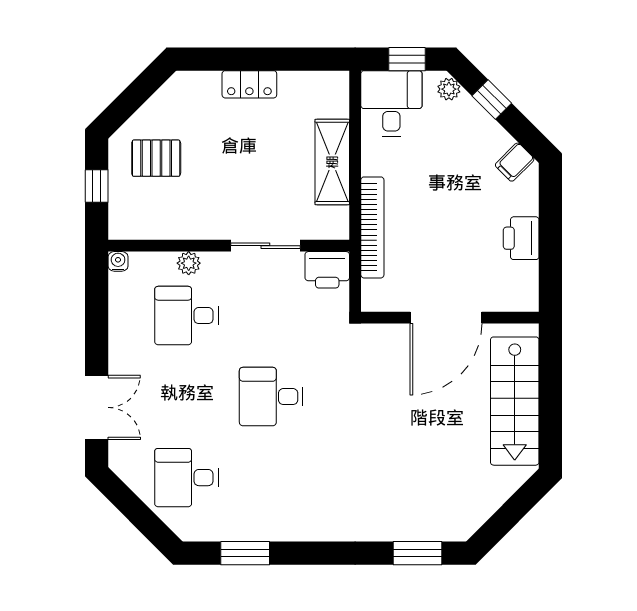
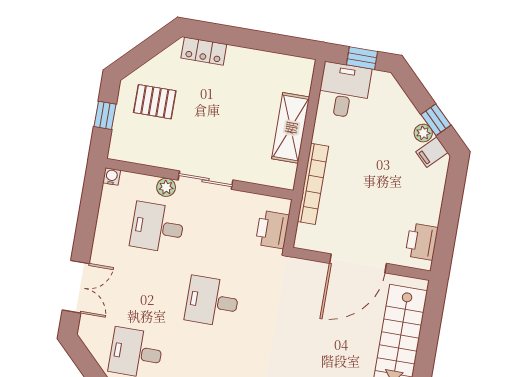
locker: (249, 84) -> (204, 51), moved
plant: (449, 89) -> (423, 133), moved
window: (492, 100) -> (436, 120), moved
printer: (521, 238) -> (422, 242), moved
sliding door: (265, 246) -> (205, 180), moved
printer: (327, 270) -> (272, 230), moved, turned 90

